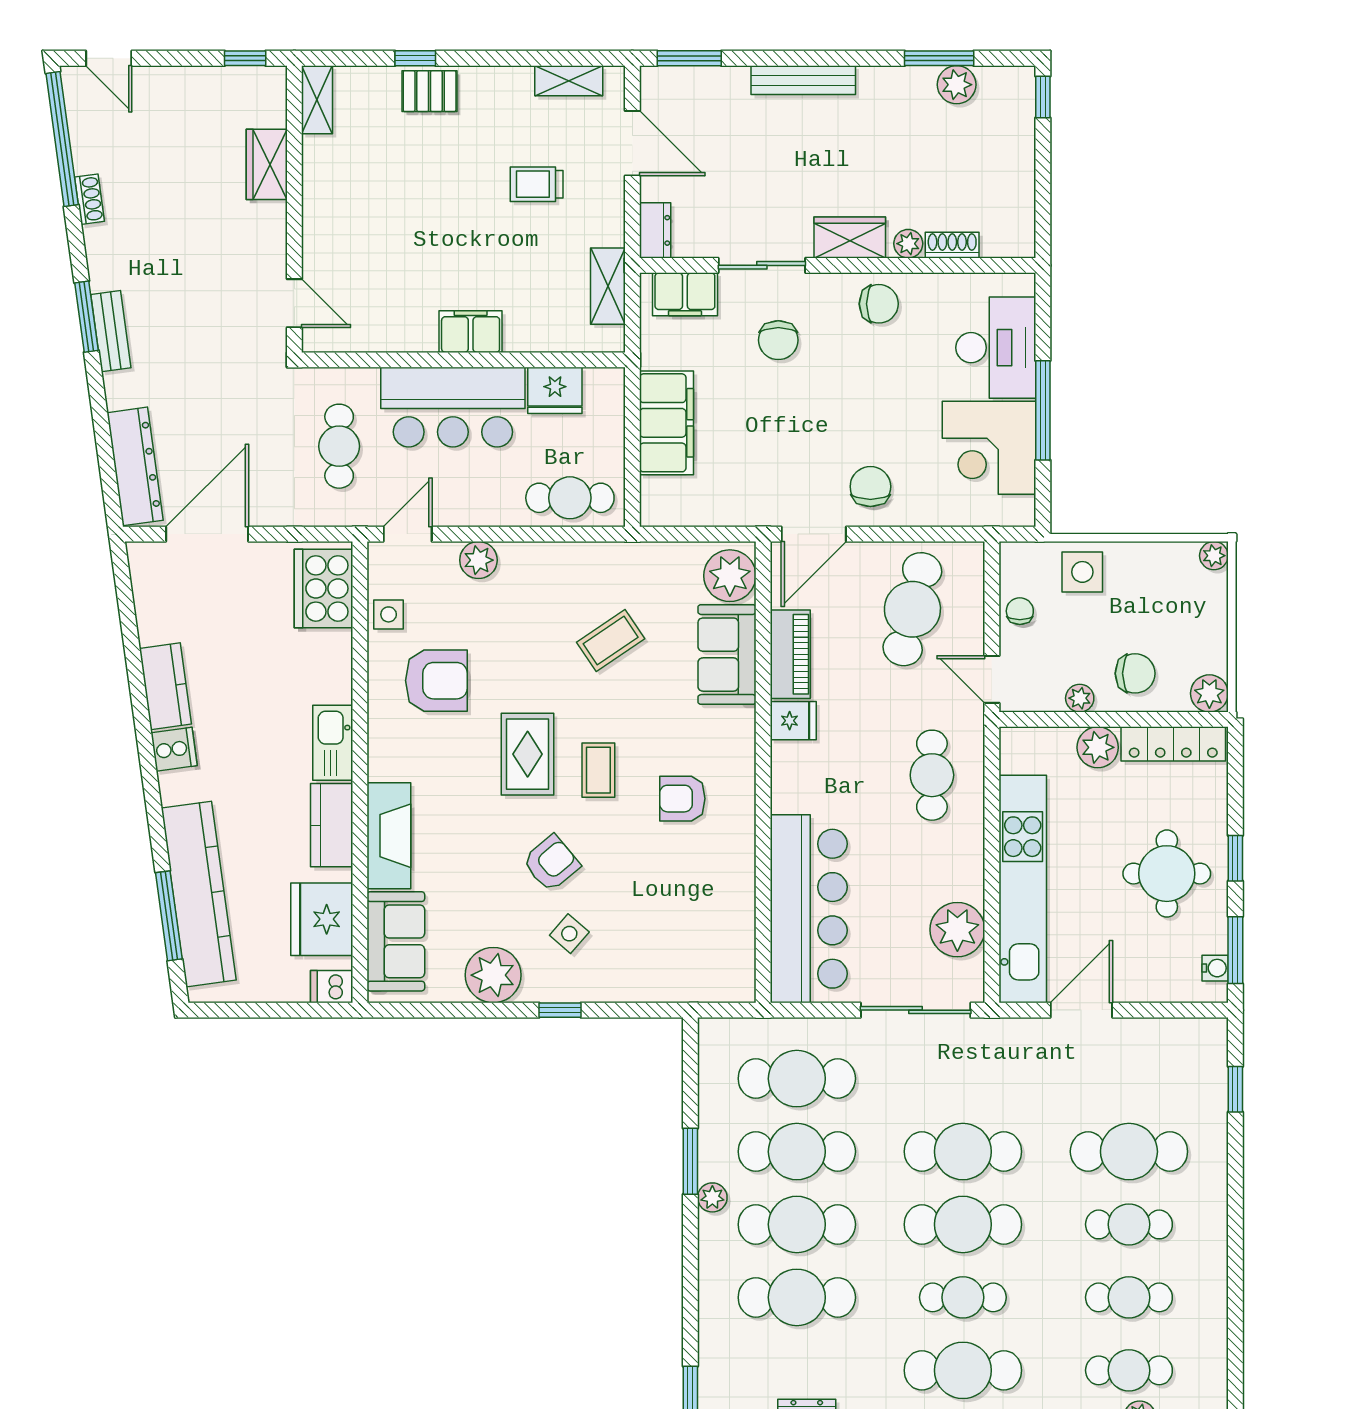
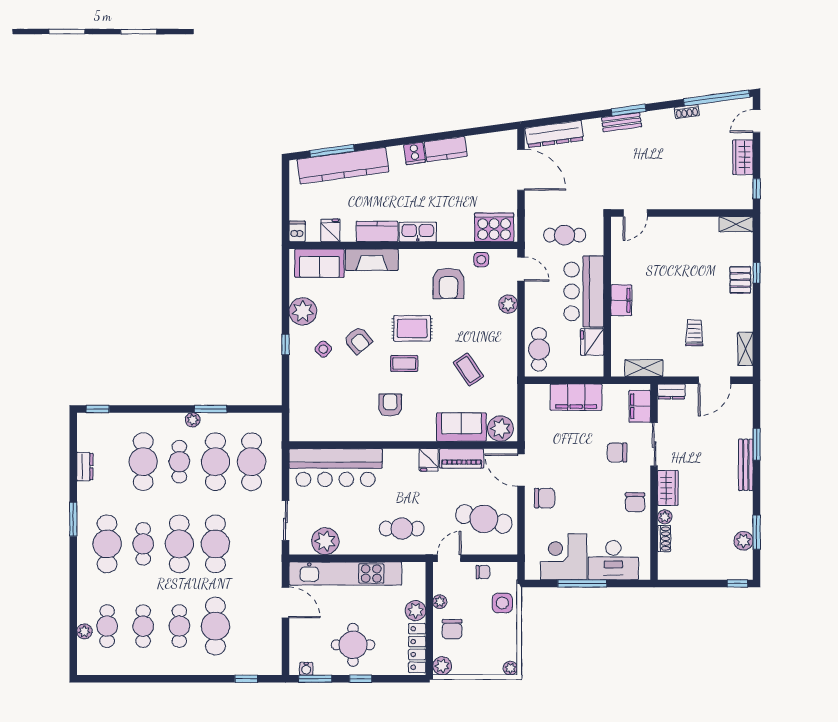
window: (689, 58) -> (757, 444), moved
wardrobe: (267, 164) -> (743, 157), moved, turned -90
fridge: (322, 919) -> (330, 230), width x0.53, depth x0.75
sliding door: (916, 1010) -> (285, 520), width x0.73
cafe table: (797, 1224) -> (179, 462), width x0.73, depth x0.74

